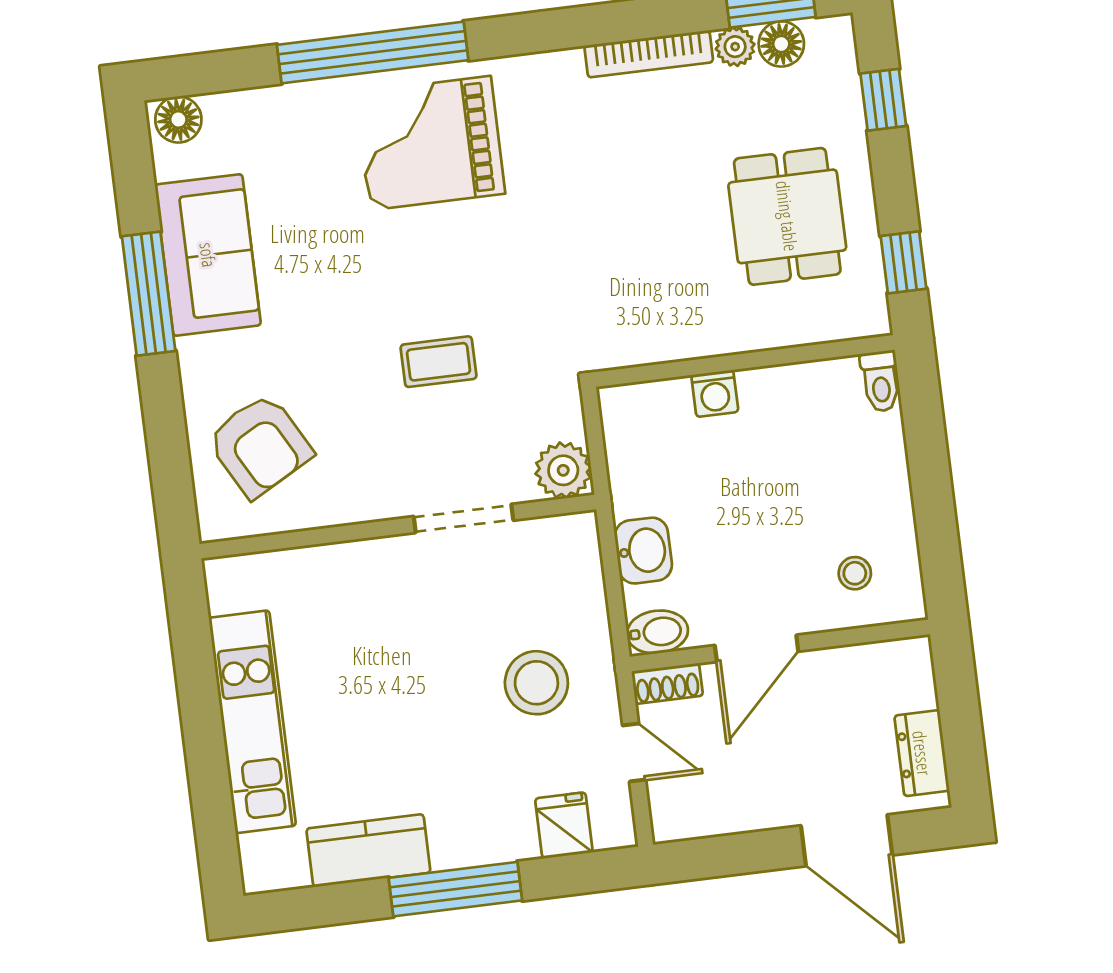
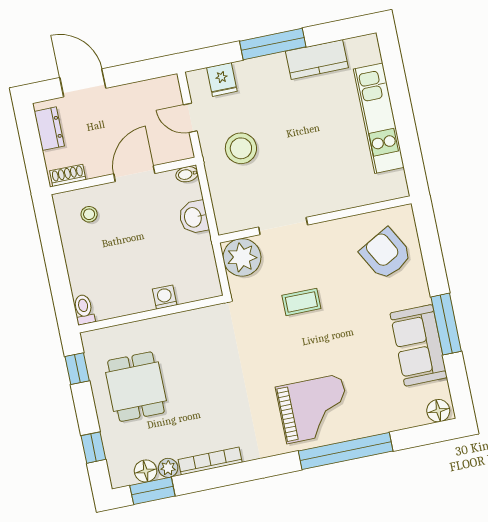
plant: (563, 470) -> (242, 257), width x1.36, depth x1.36
bidet: (657, 632) -> (187, 174), width x0.72, depth x0.74
shoe rack: (667, 684) -> (68, 175), moved

